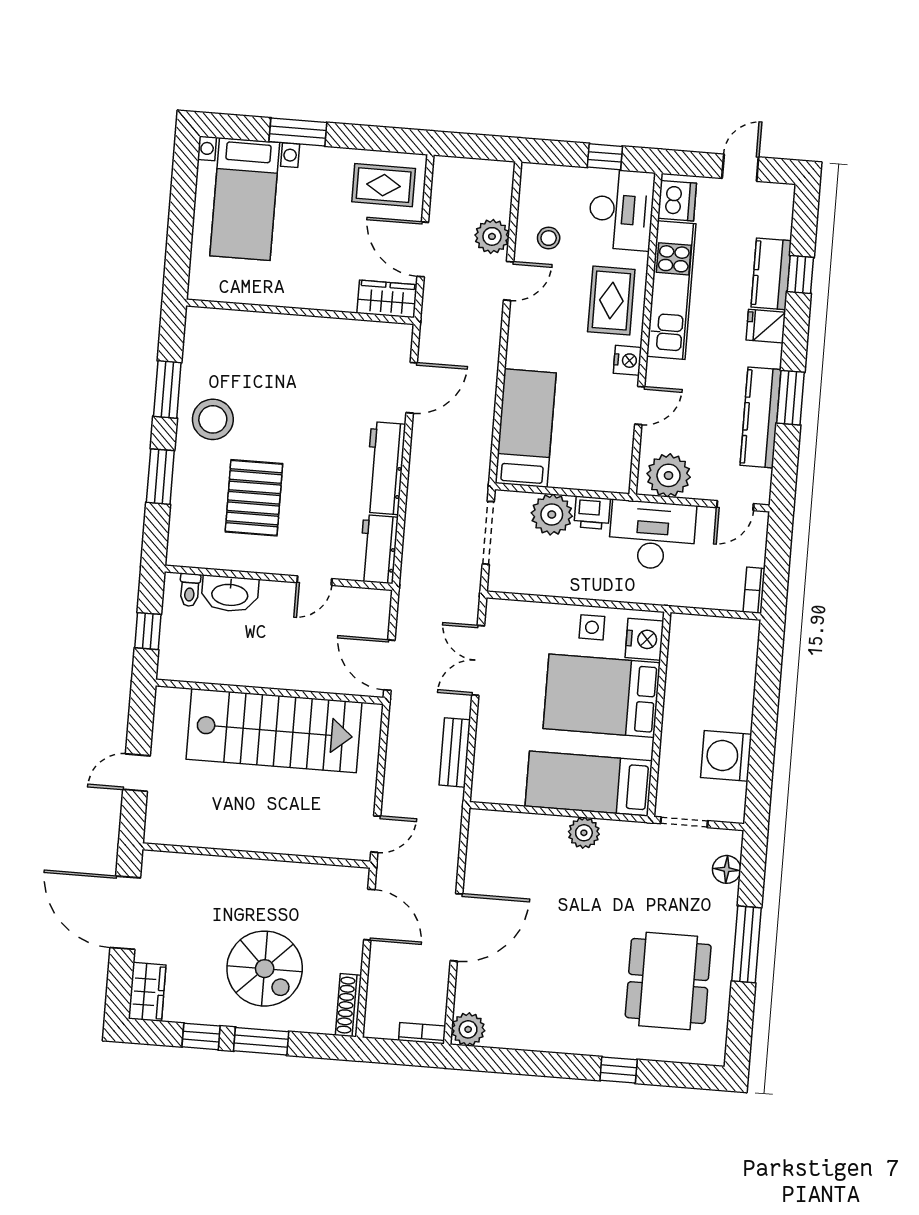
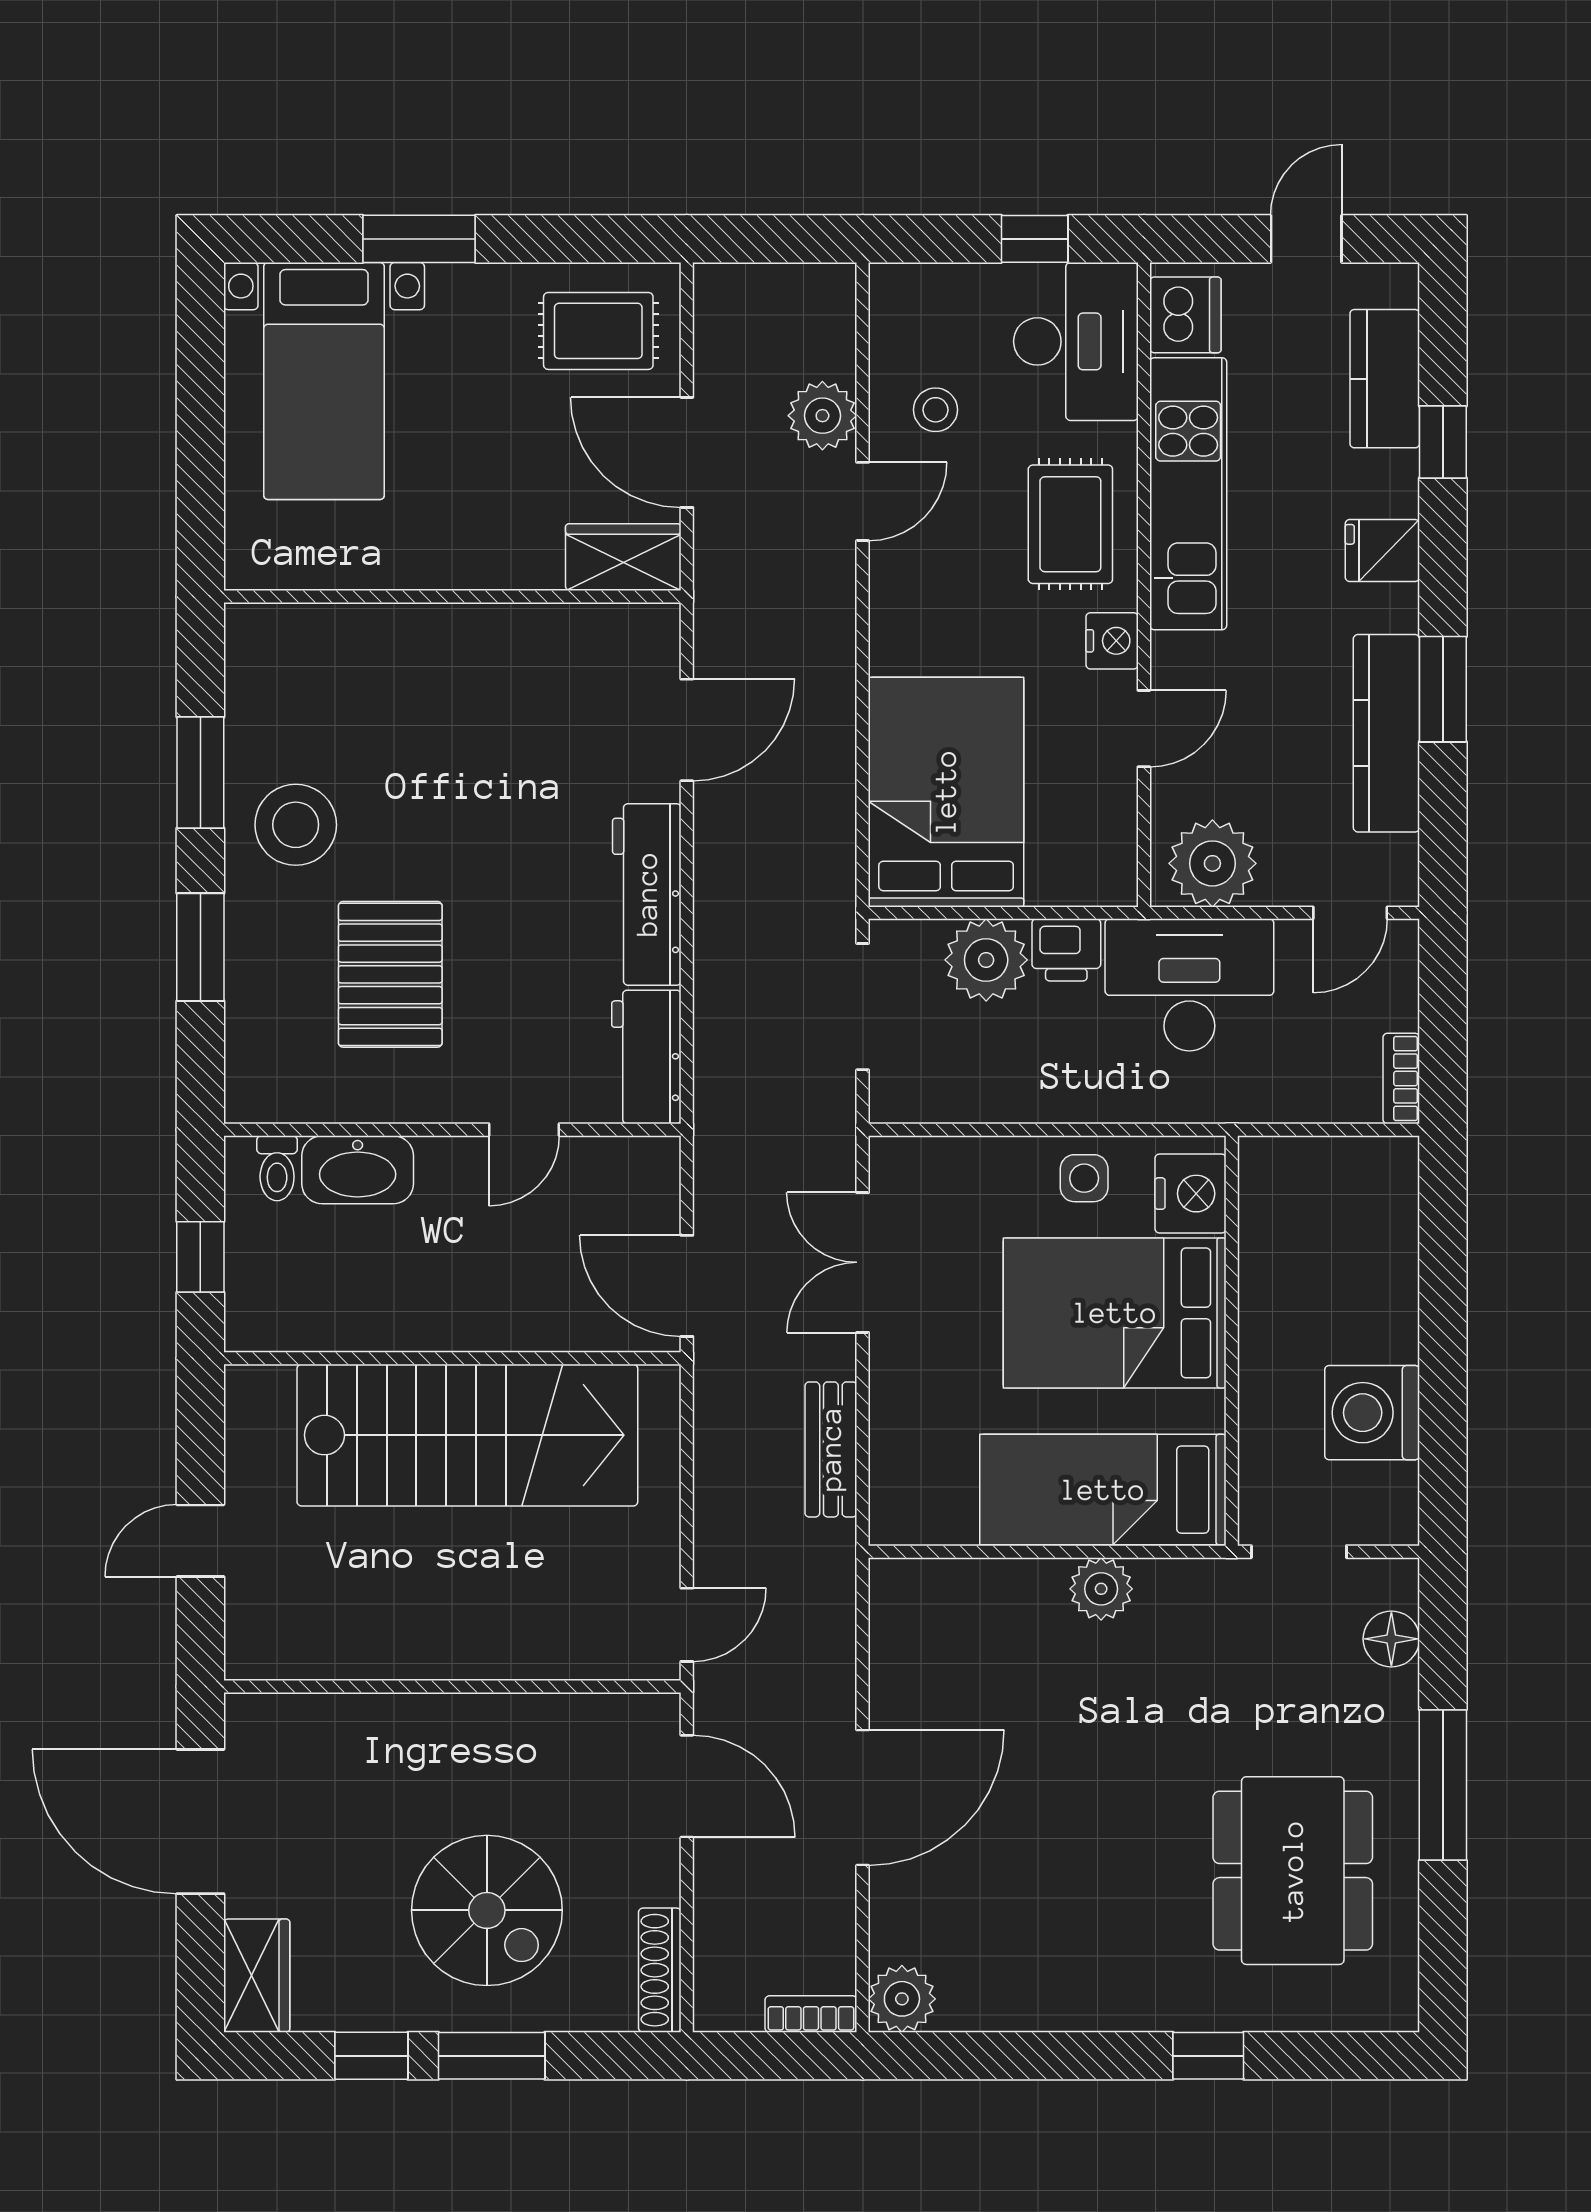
kitchen counter: (771, 274) -> (1385, 379), moved
bed: (526, 428) -> (946, 792), width x1.50

